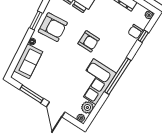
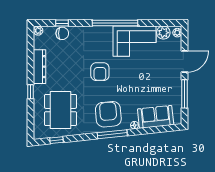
window: (36, 21) -> (112, 134), width x1.44
armchair: (89, 41) -> (100, 72), turned 180

